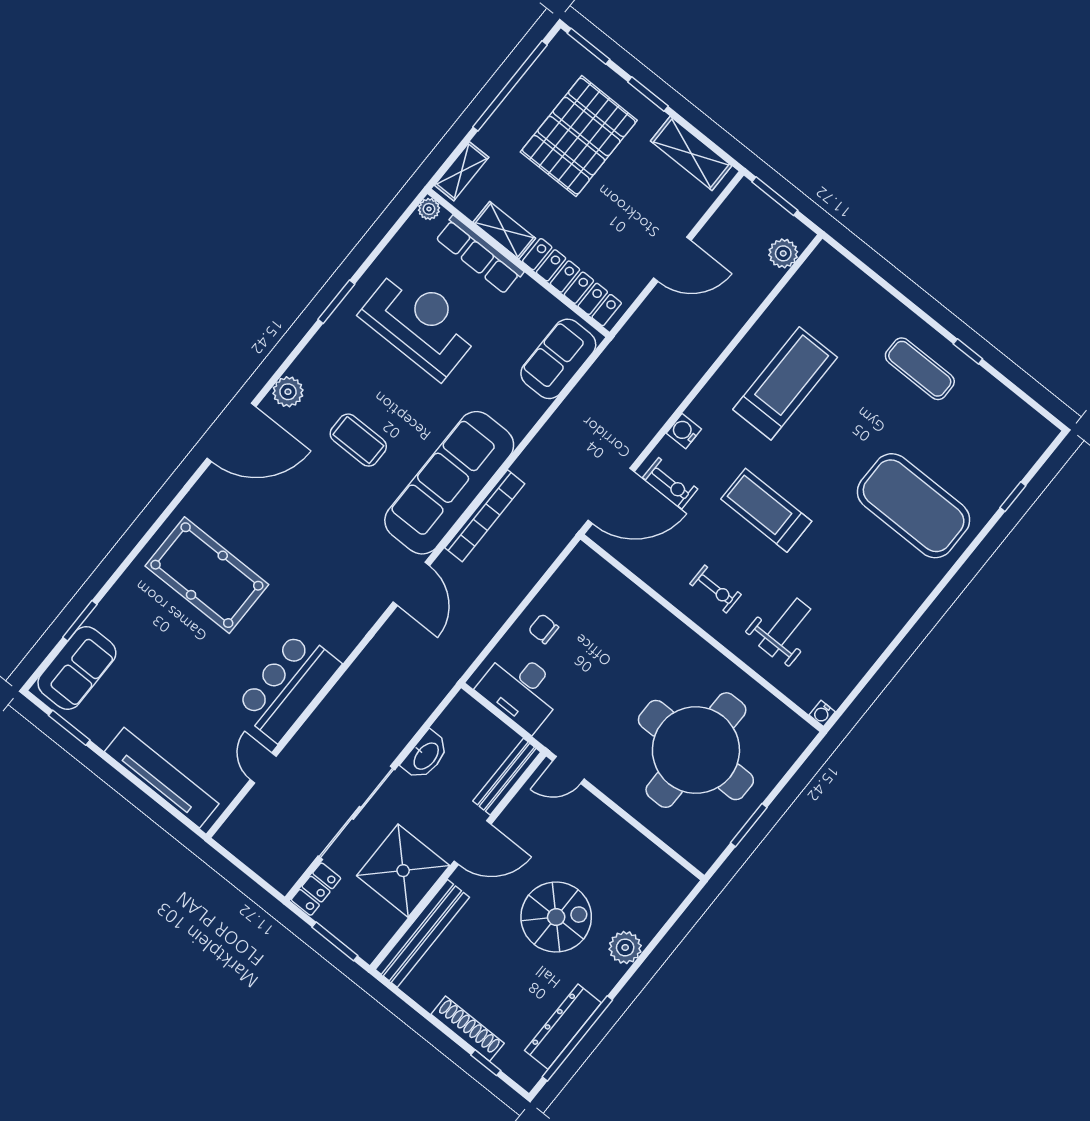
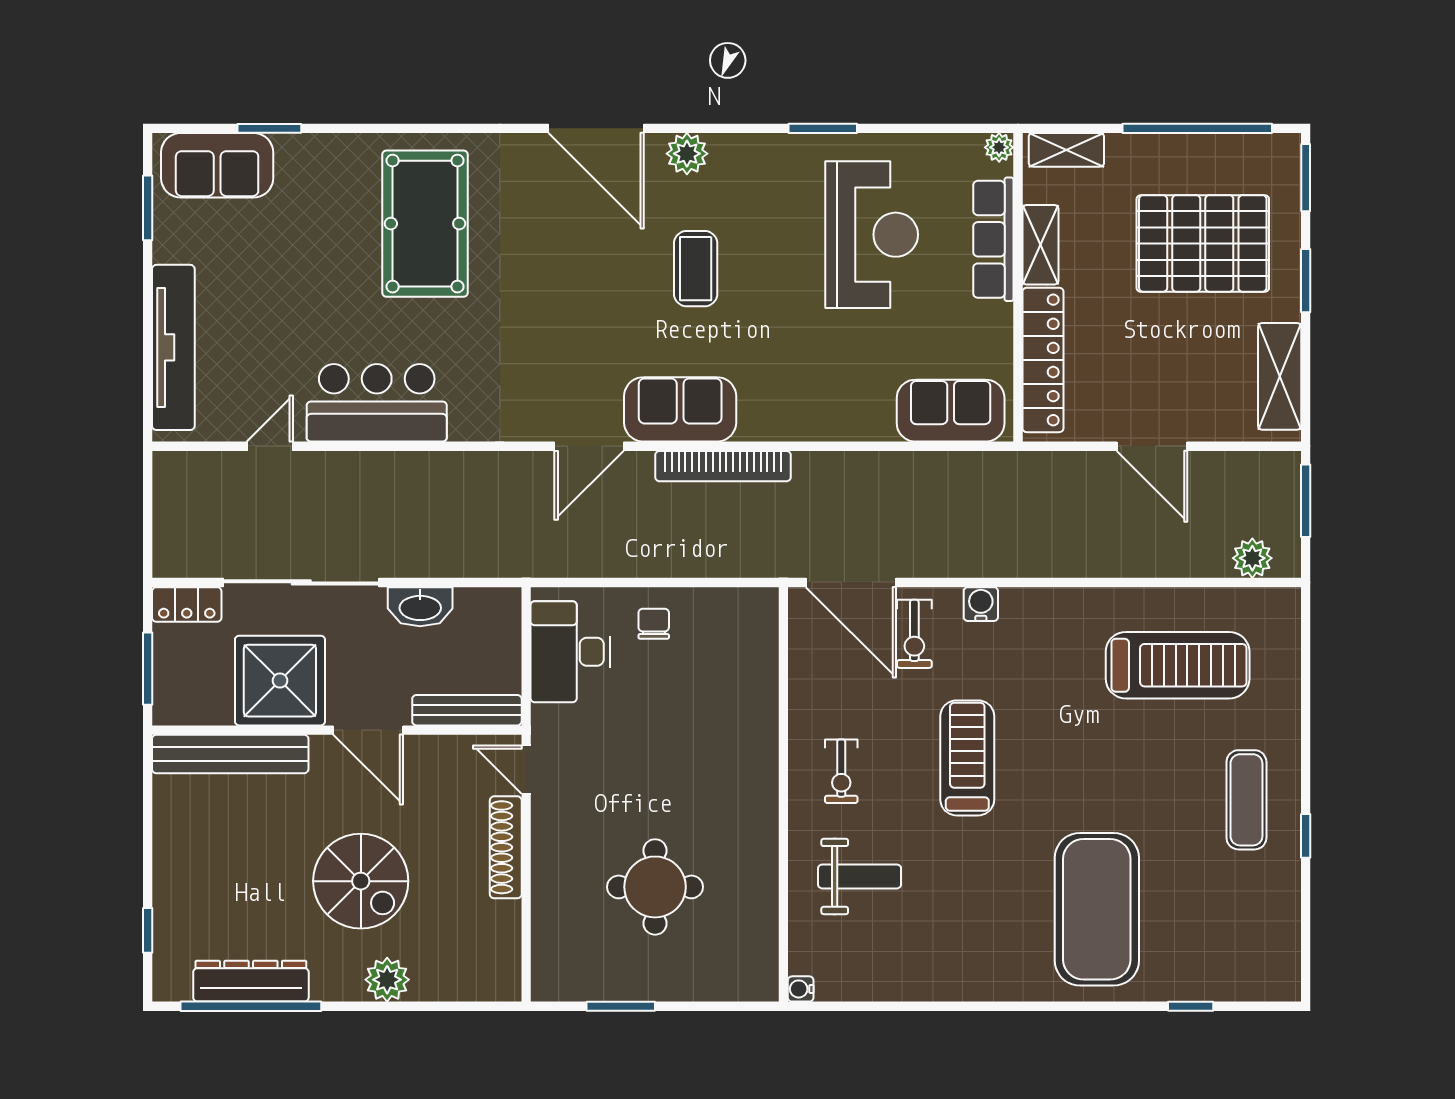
treadmill: (785, 383) -> (1178, 665), moved
sofa: (449, 483) -> (680, 409), width x0.54, depth x0.79
round table: (696, 750) -> (655, 887), width x0.54, depth x0.54
shoe rack: (468, 1029) -> (506, 847), moved, turned 180

